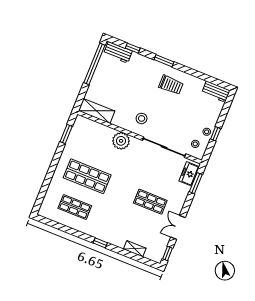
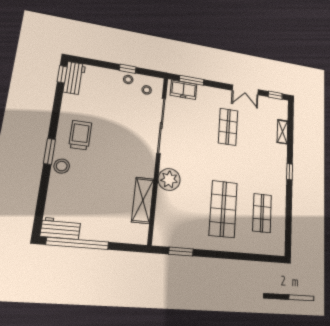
window: (133, 48) -> (62, 74), moved
workbench: (118, 52) -> (61, 228), moved, turned -90
shelving: (97, 111) -> (143, 200), moved
stool: (142, 118) -> (62, 166), moved

